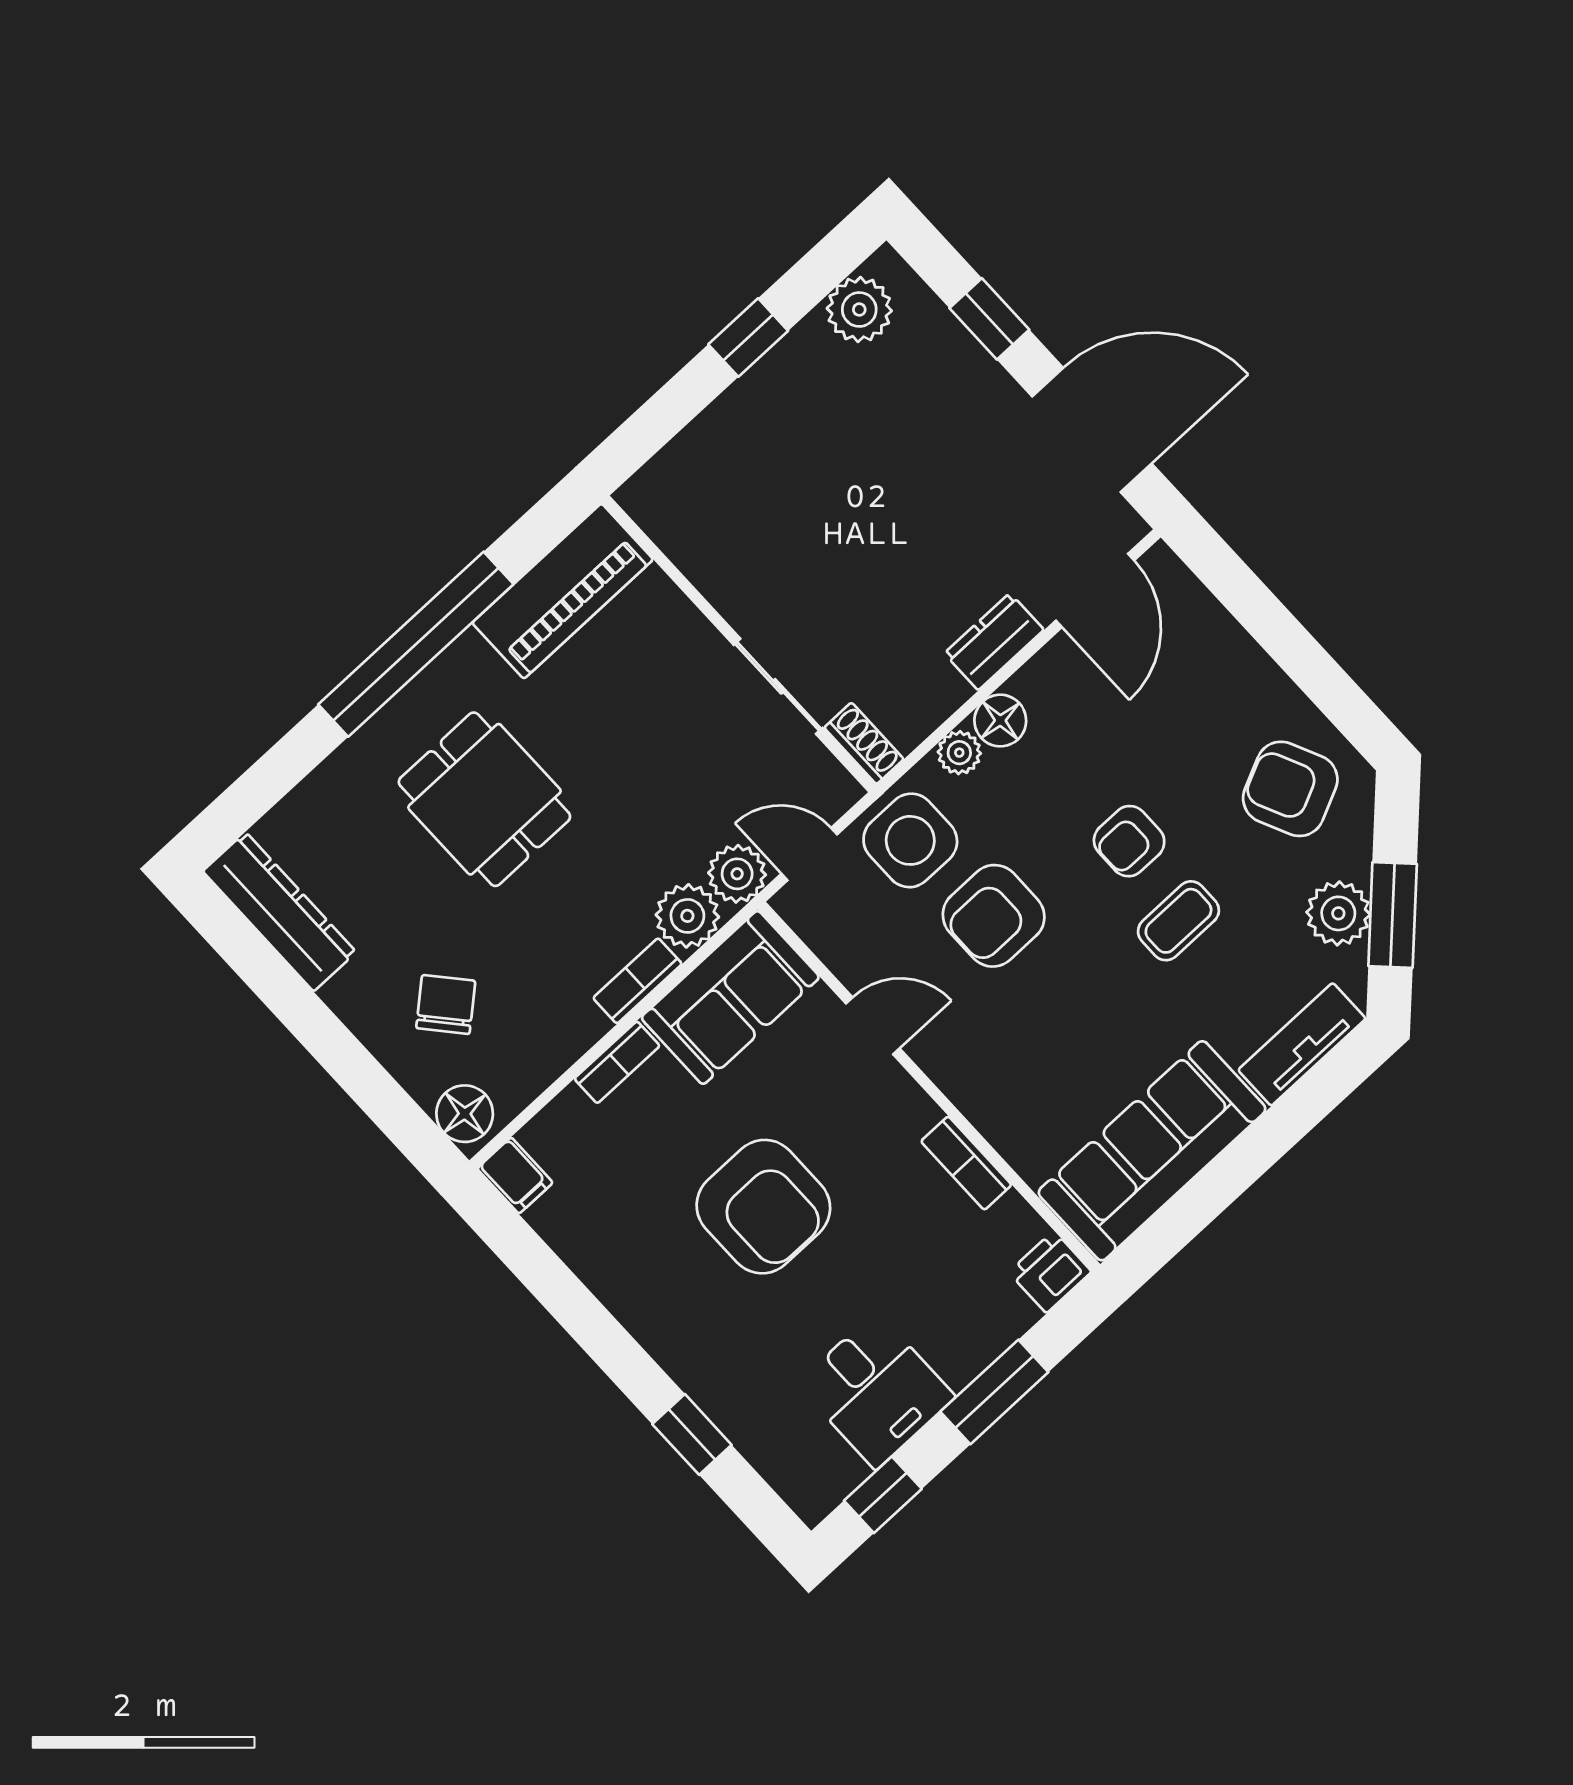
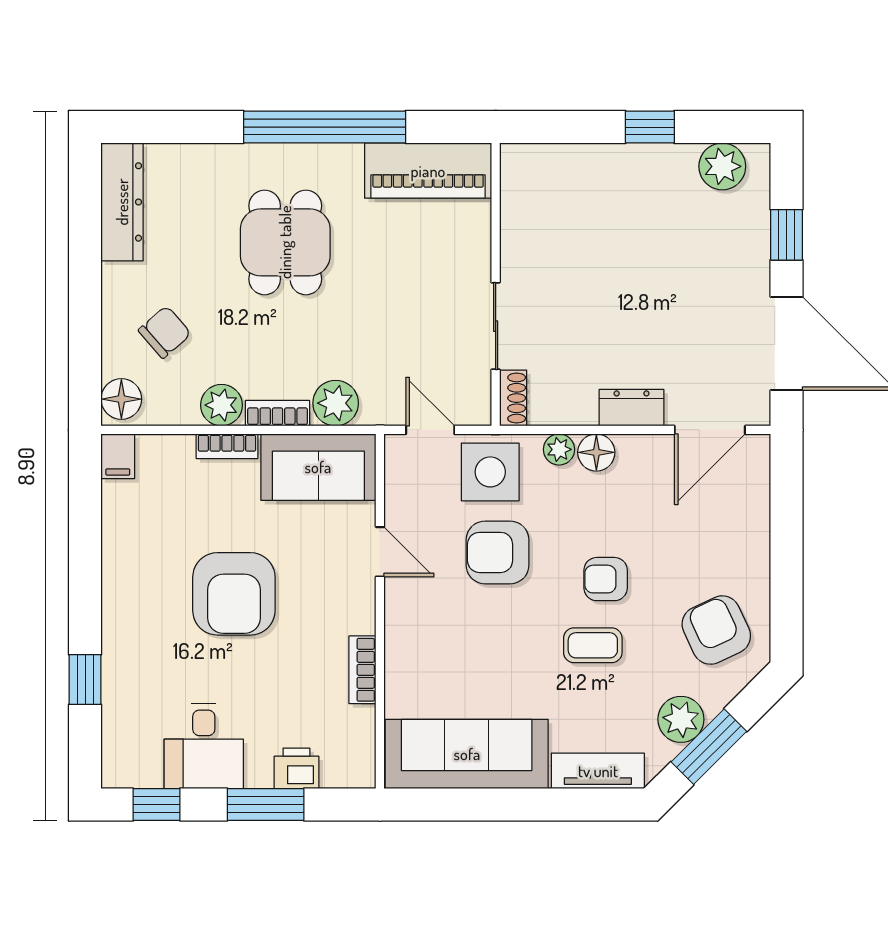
plant: (737, 874) -> (221, 405), moved
printer: (1050, 1272) -> (296, 768), moved

